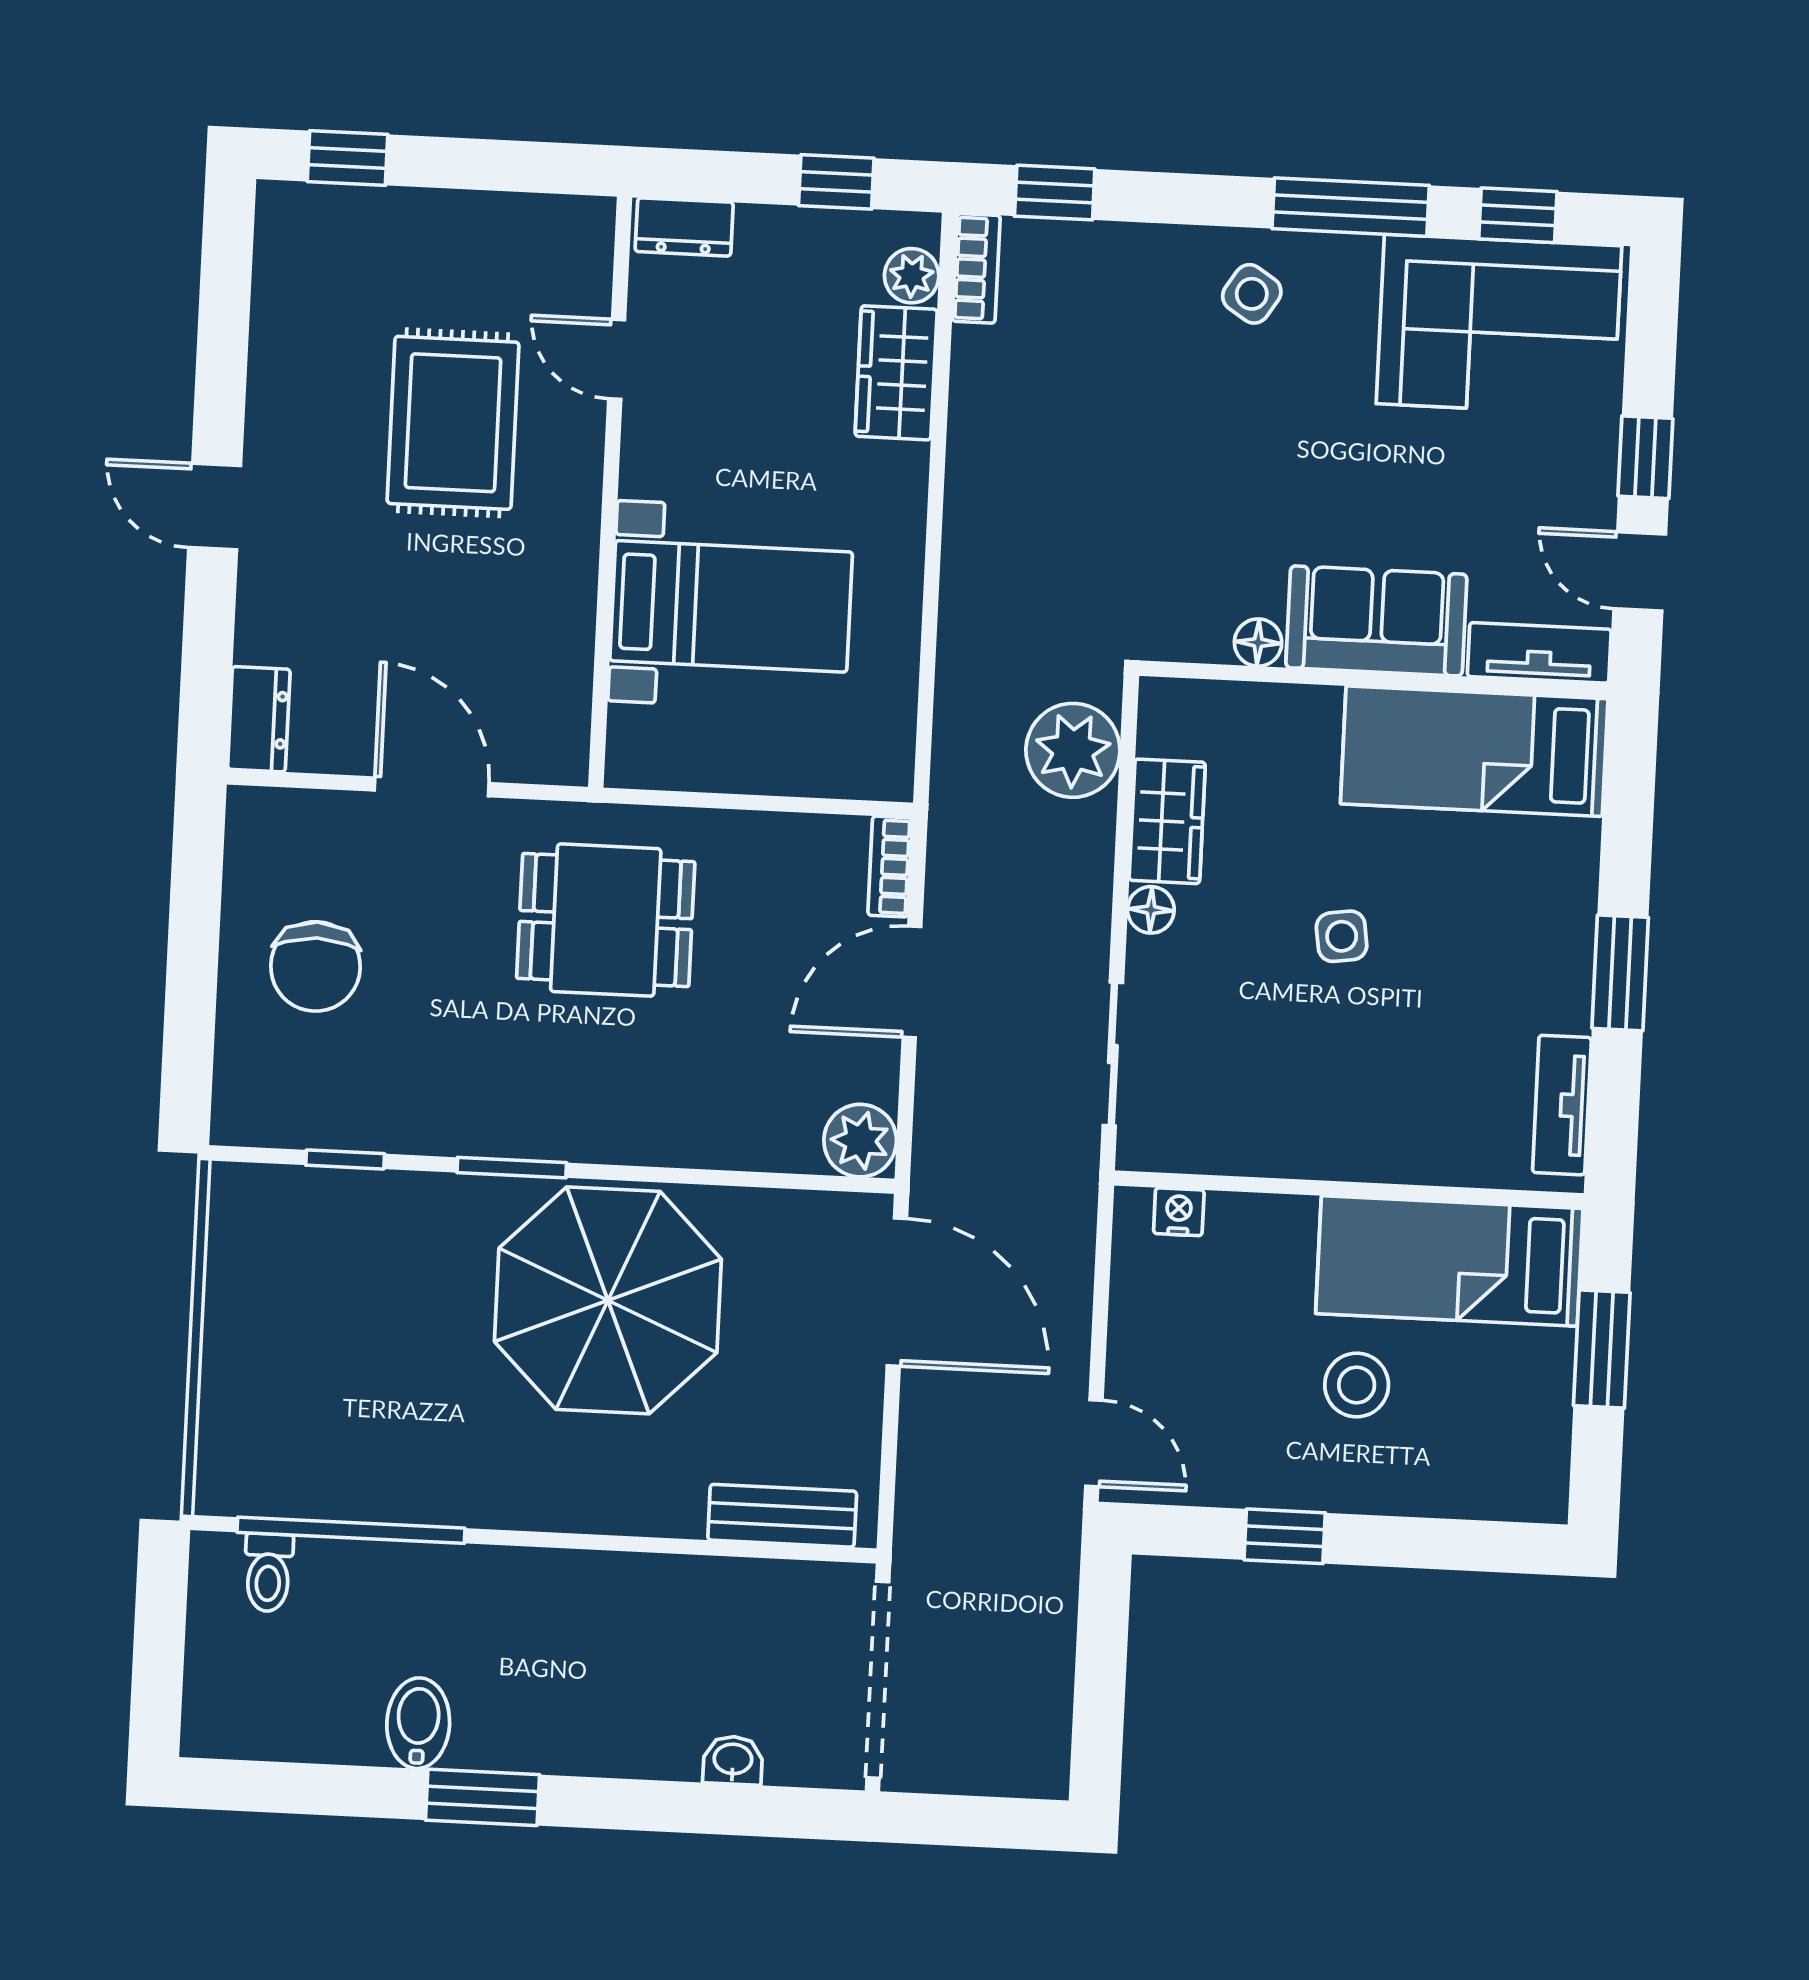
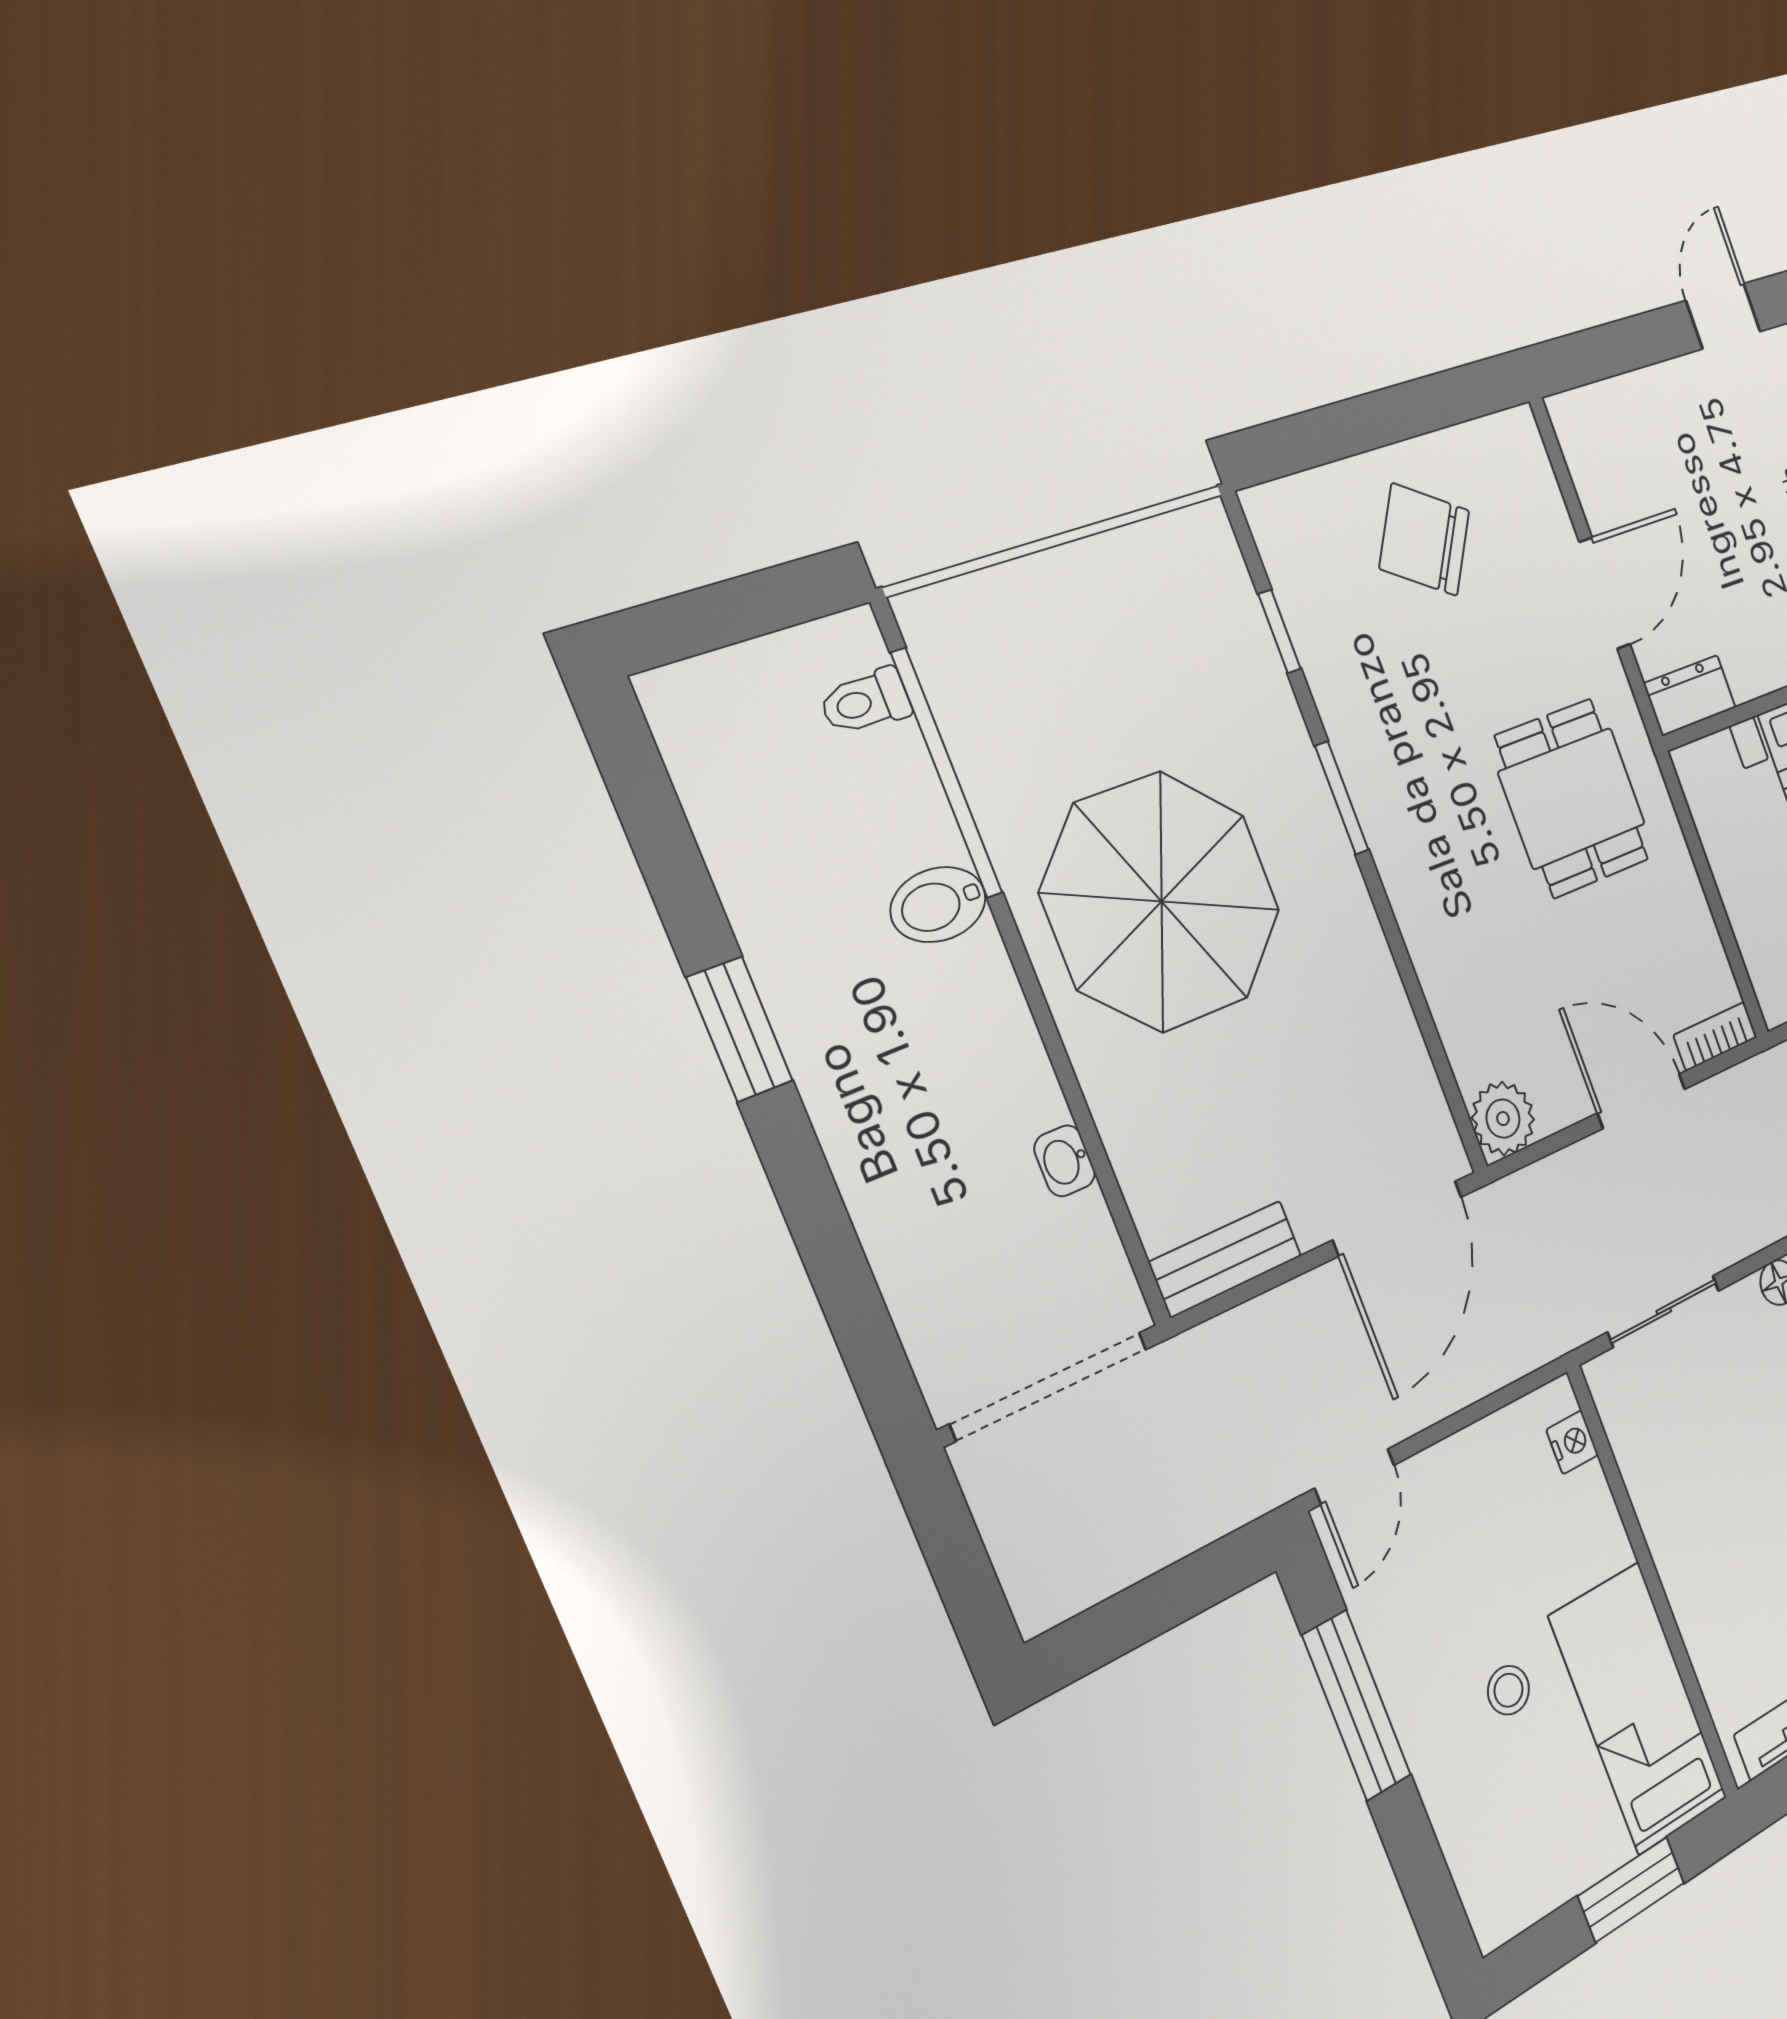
dresser: (259, 719) -> (1690, 695), moved, turned 180
chair: (315, 966) -> (1424, 540), turned 33
parasol: (608, 1300) -> (1161, 902), moved
stool: (1357, 1385) -> (1508, 1690), width x0.73, depth x0.73
bench: (782, 1516) -> (1226, 1259), moved, turned 90
window: (1285, 1536) -> (1357, 1705), width x2.17
bidet: (418, 1723) -> (938, 905), moved, turned 180
washbasin: (733, 1760) -> (1065, 1161), moved, turned 180

